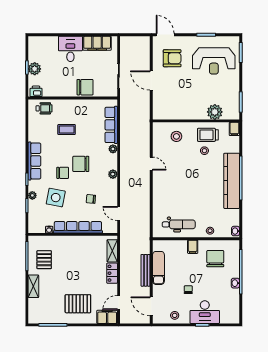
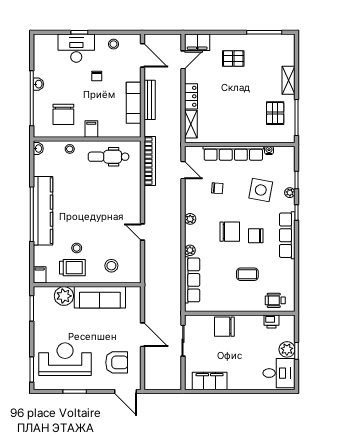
desk: (70, 49) -> (279, 373), moved, turned -90
armchair: (172, 58) -> (117, 362), turned 180
printer: (36, 91) -> (272, 321), moved
sofa: (186, 111) -> (100, 297), added
chair: (63, 173) -> (256, 236), moved
bookcase: (145, 221) -> (150, 161), added
pallet: (78, 304) -> (233, 59), width x0.67, depth x0.71

